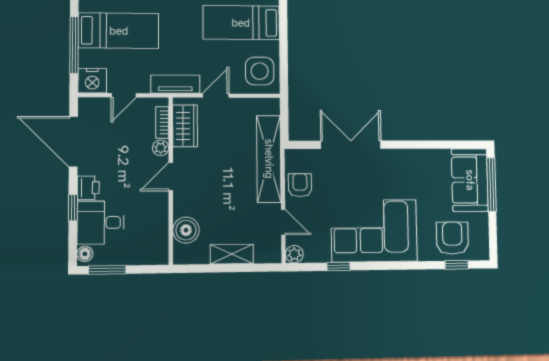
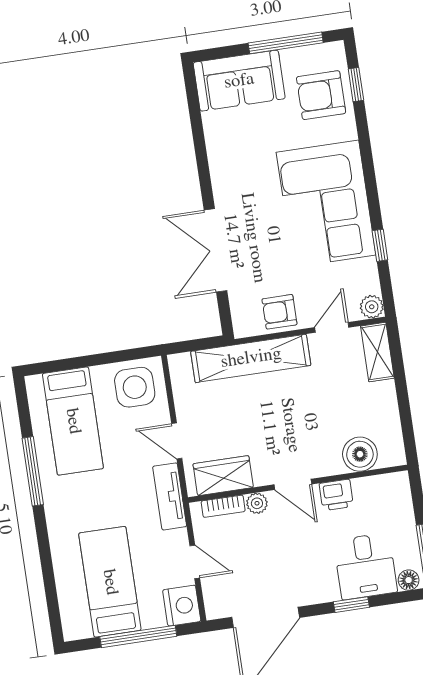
window: (491, 185) -> (286, 43), moved
printer: (88, 188) -> (336, 495), moved, turned 180
shelving: (232, 254) -> (377, 352), moved

